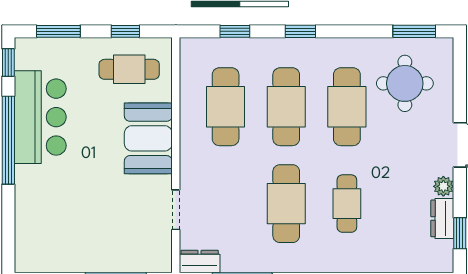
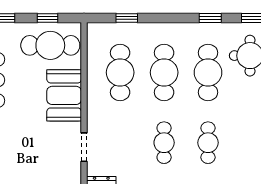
window: (300, 31) -> (210, 18), moved
cafe table: (129, 69) -> (50, 45), width x1.37, depth x1.35
cafe table: (286, 204) -> (164, 143), width x0.73, depth x0.74

